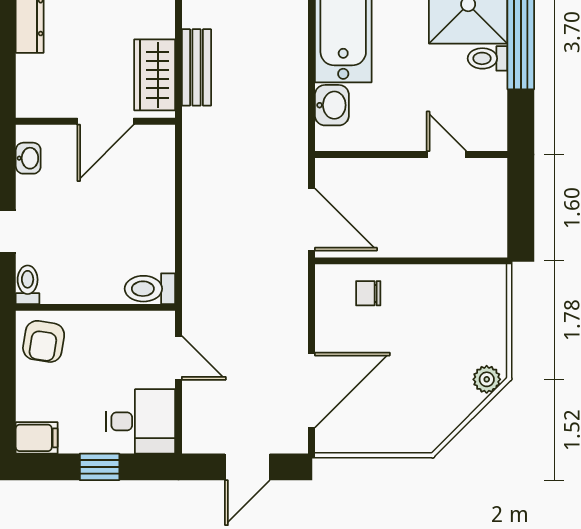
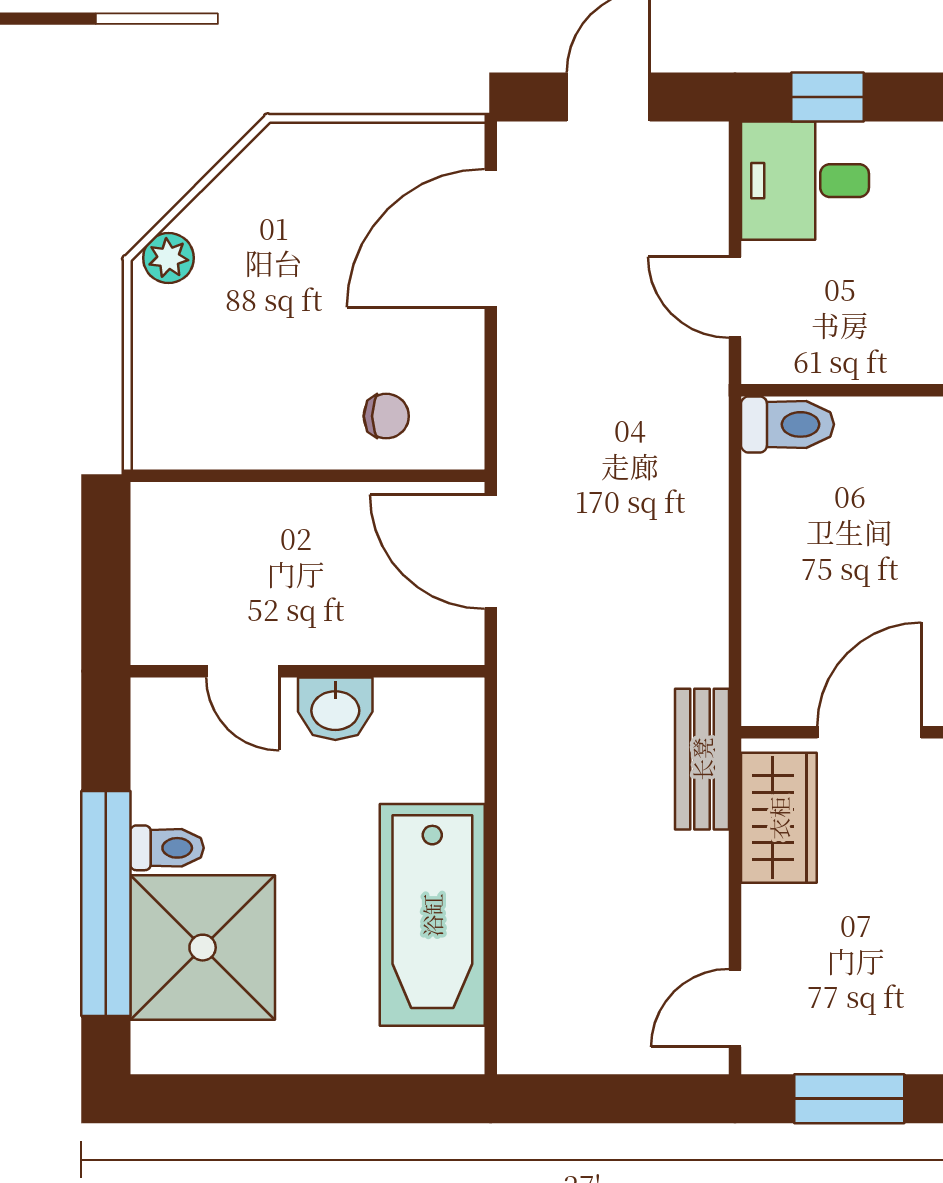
bench: (196, 67) -> (702, 759), moved
washbasin: (332, 105) -> (335, 709), moved, turned -90
window: (100, 467) -> (828, 97), moved

